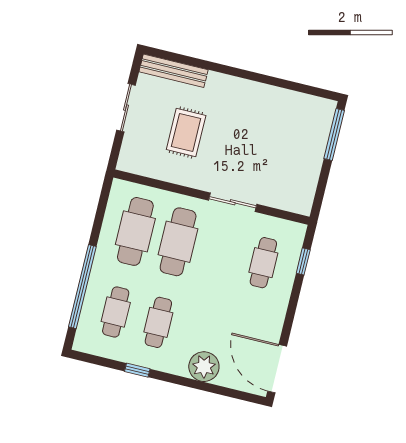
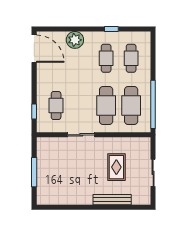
bench: (174, 71) -> (112, 200), moved
window: (334, 134) -> (34, 172), moved
window: (82, 287) -> (153, 104), moved

